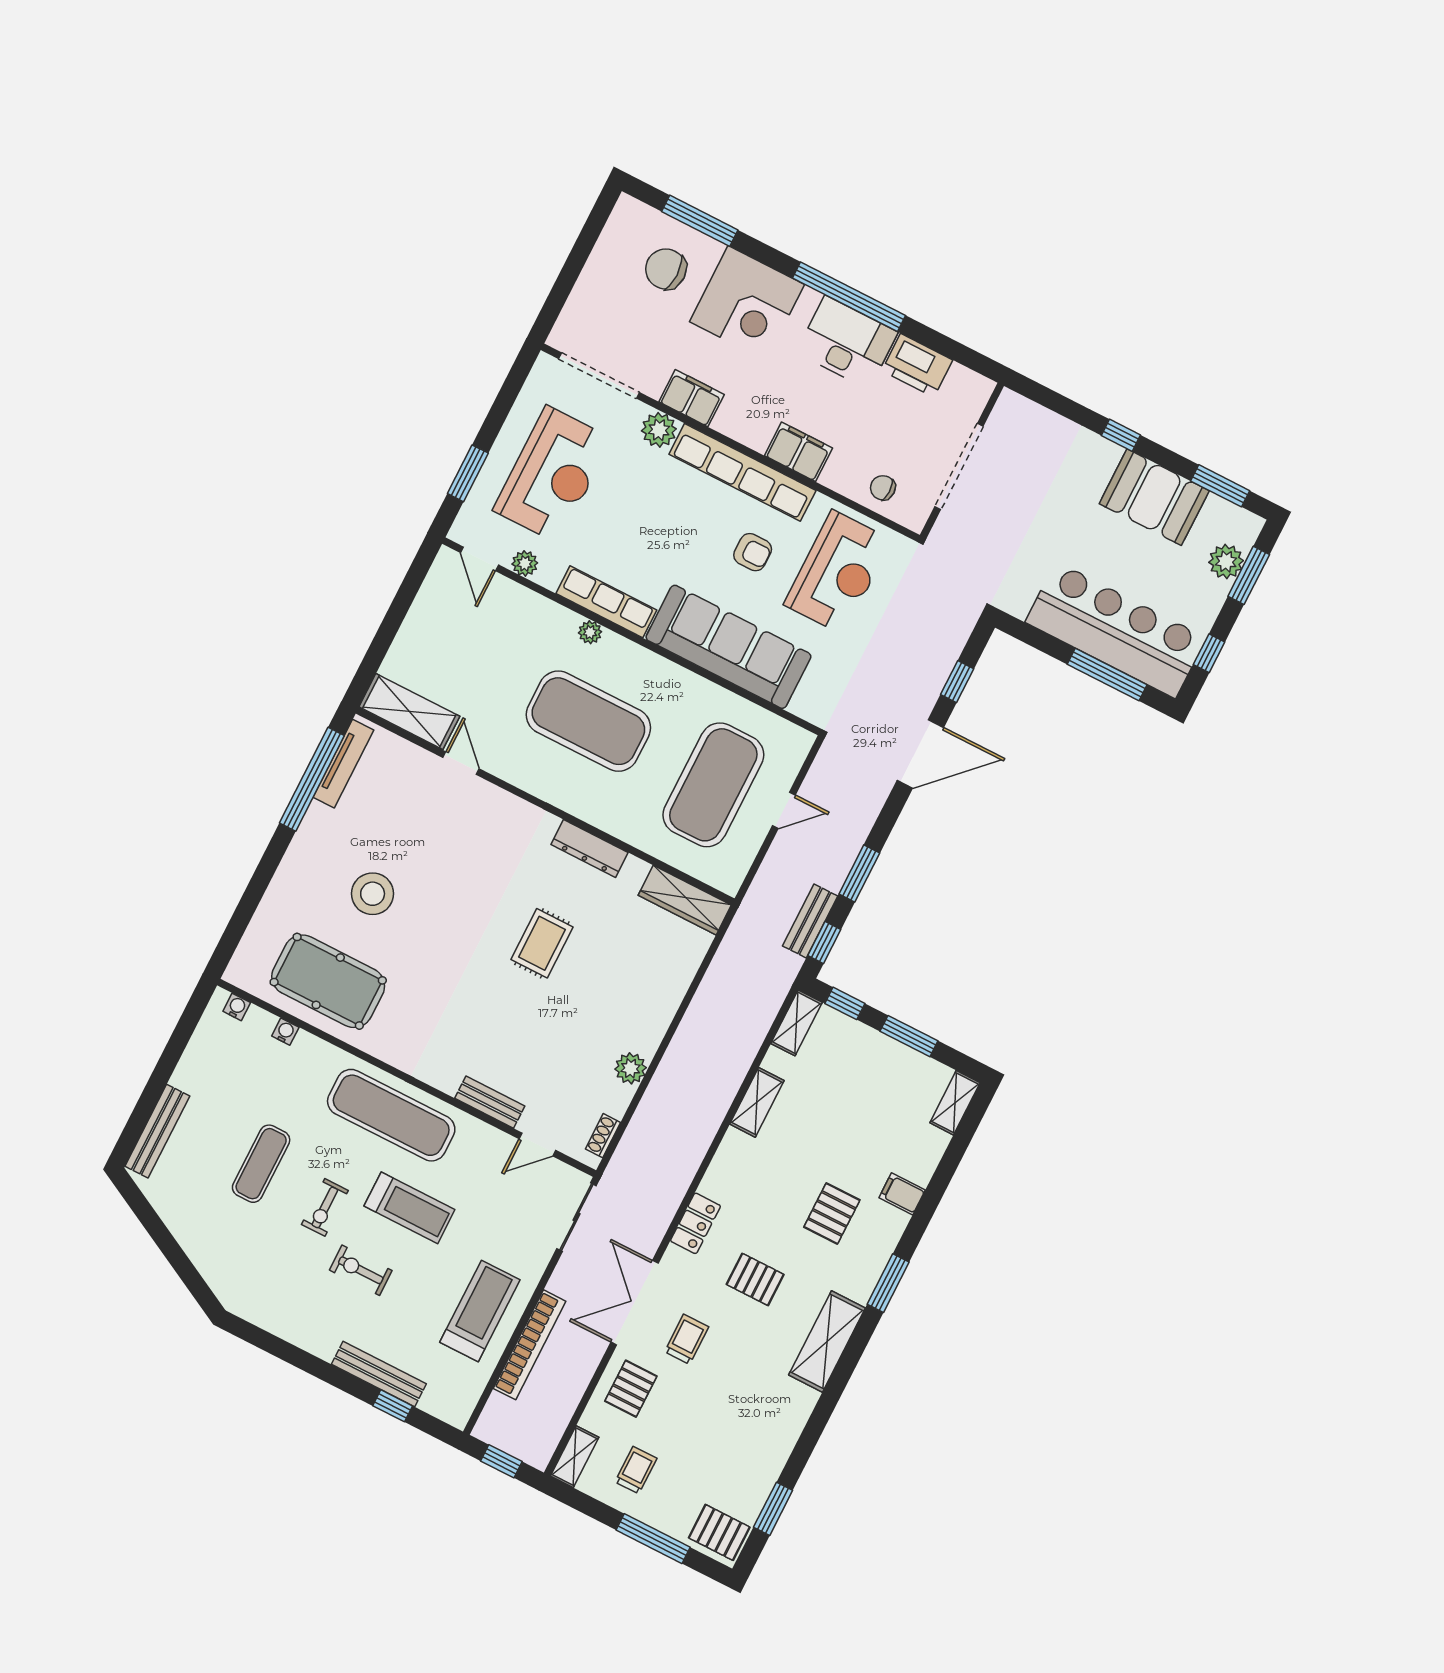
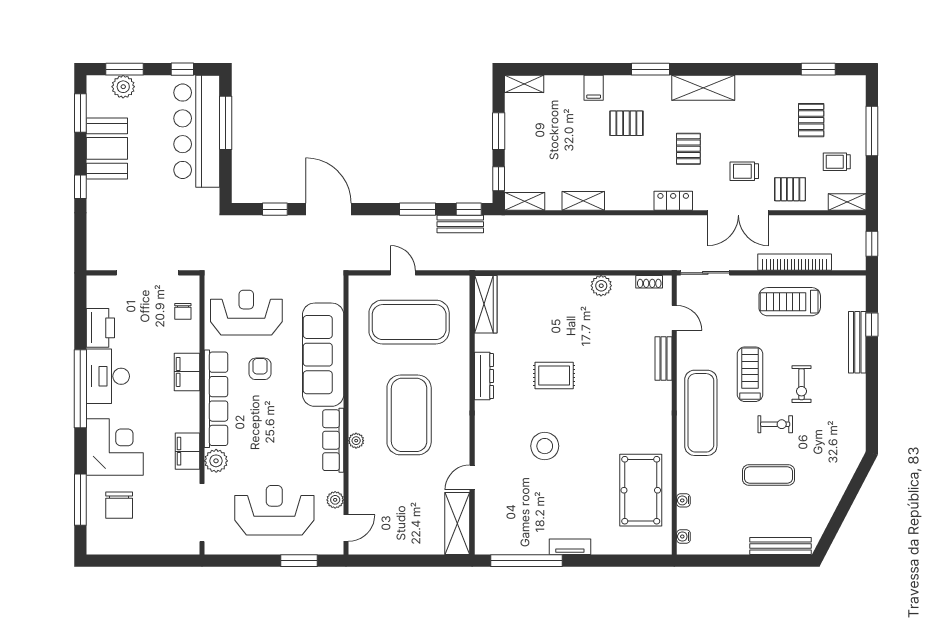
tv unit: (343, 764) -> (570, 547), moved, width x0.71
stool: (373, 894) -> (545, 446), moved
pallet: (719, 1532) -> (811, 120), moved

